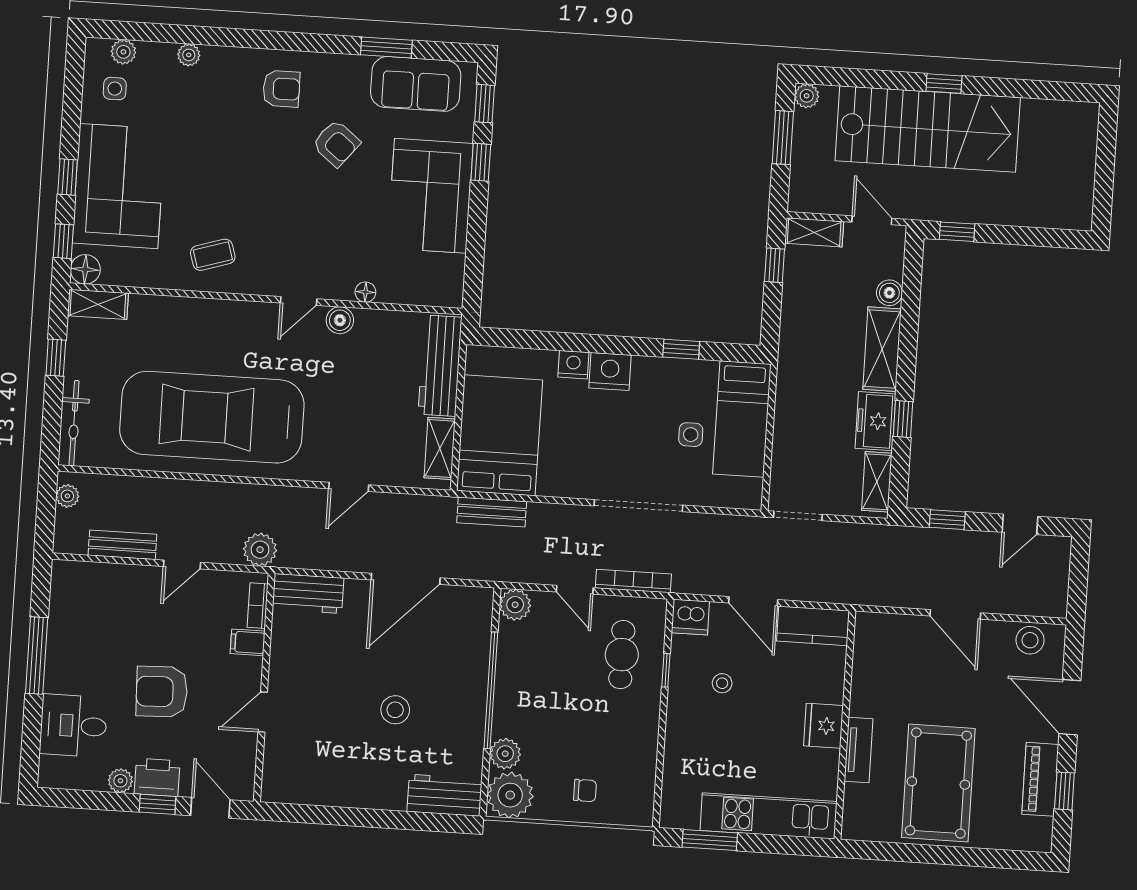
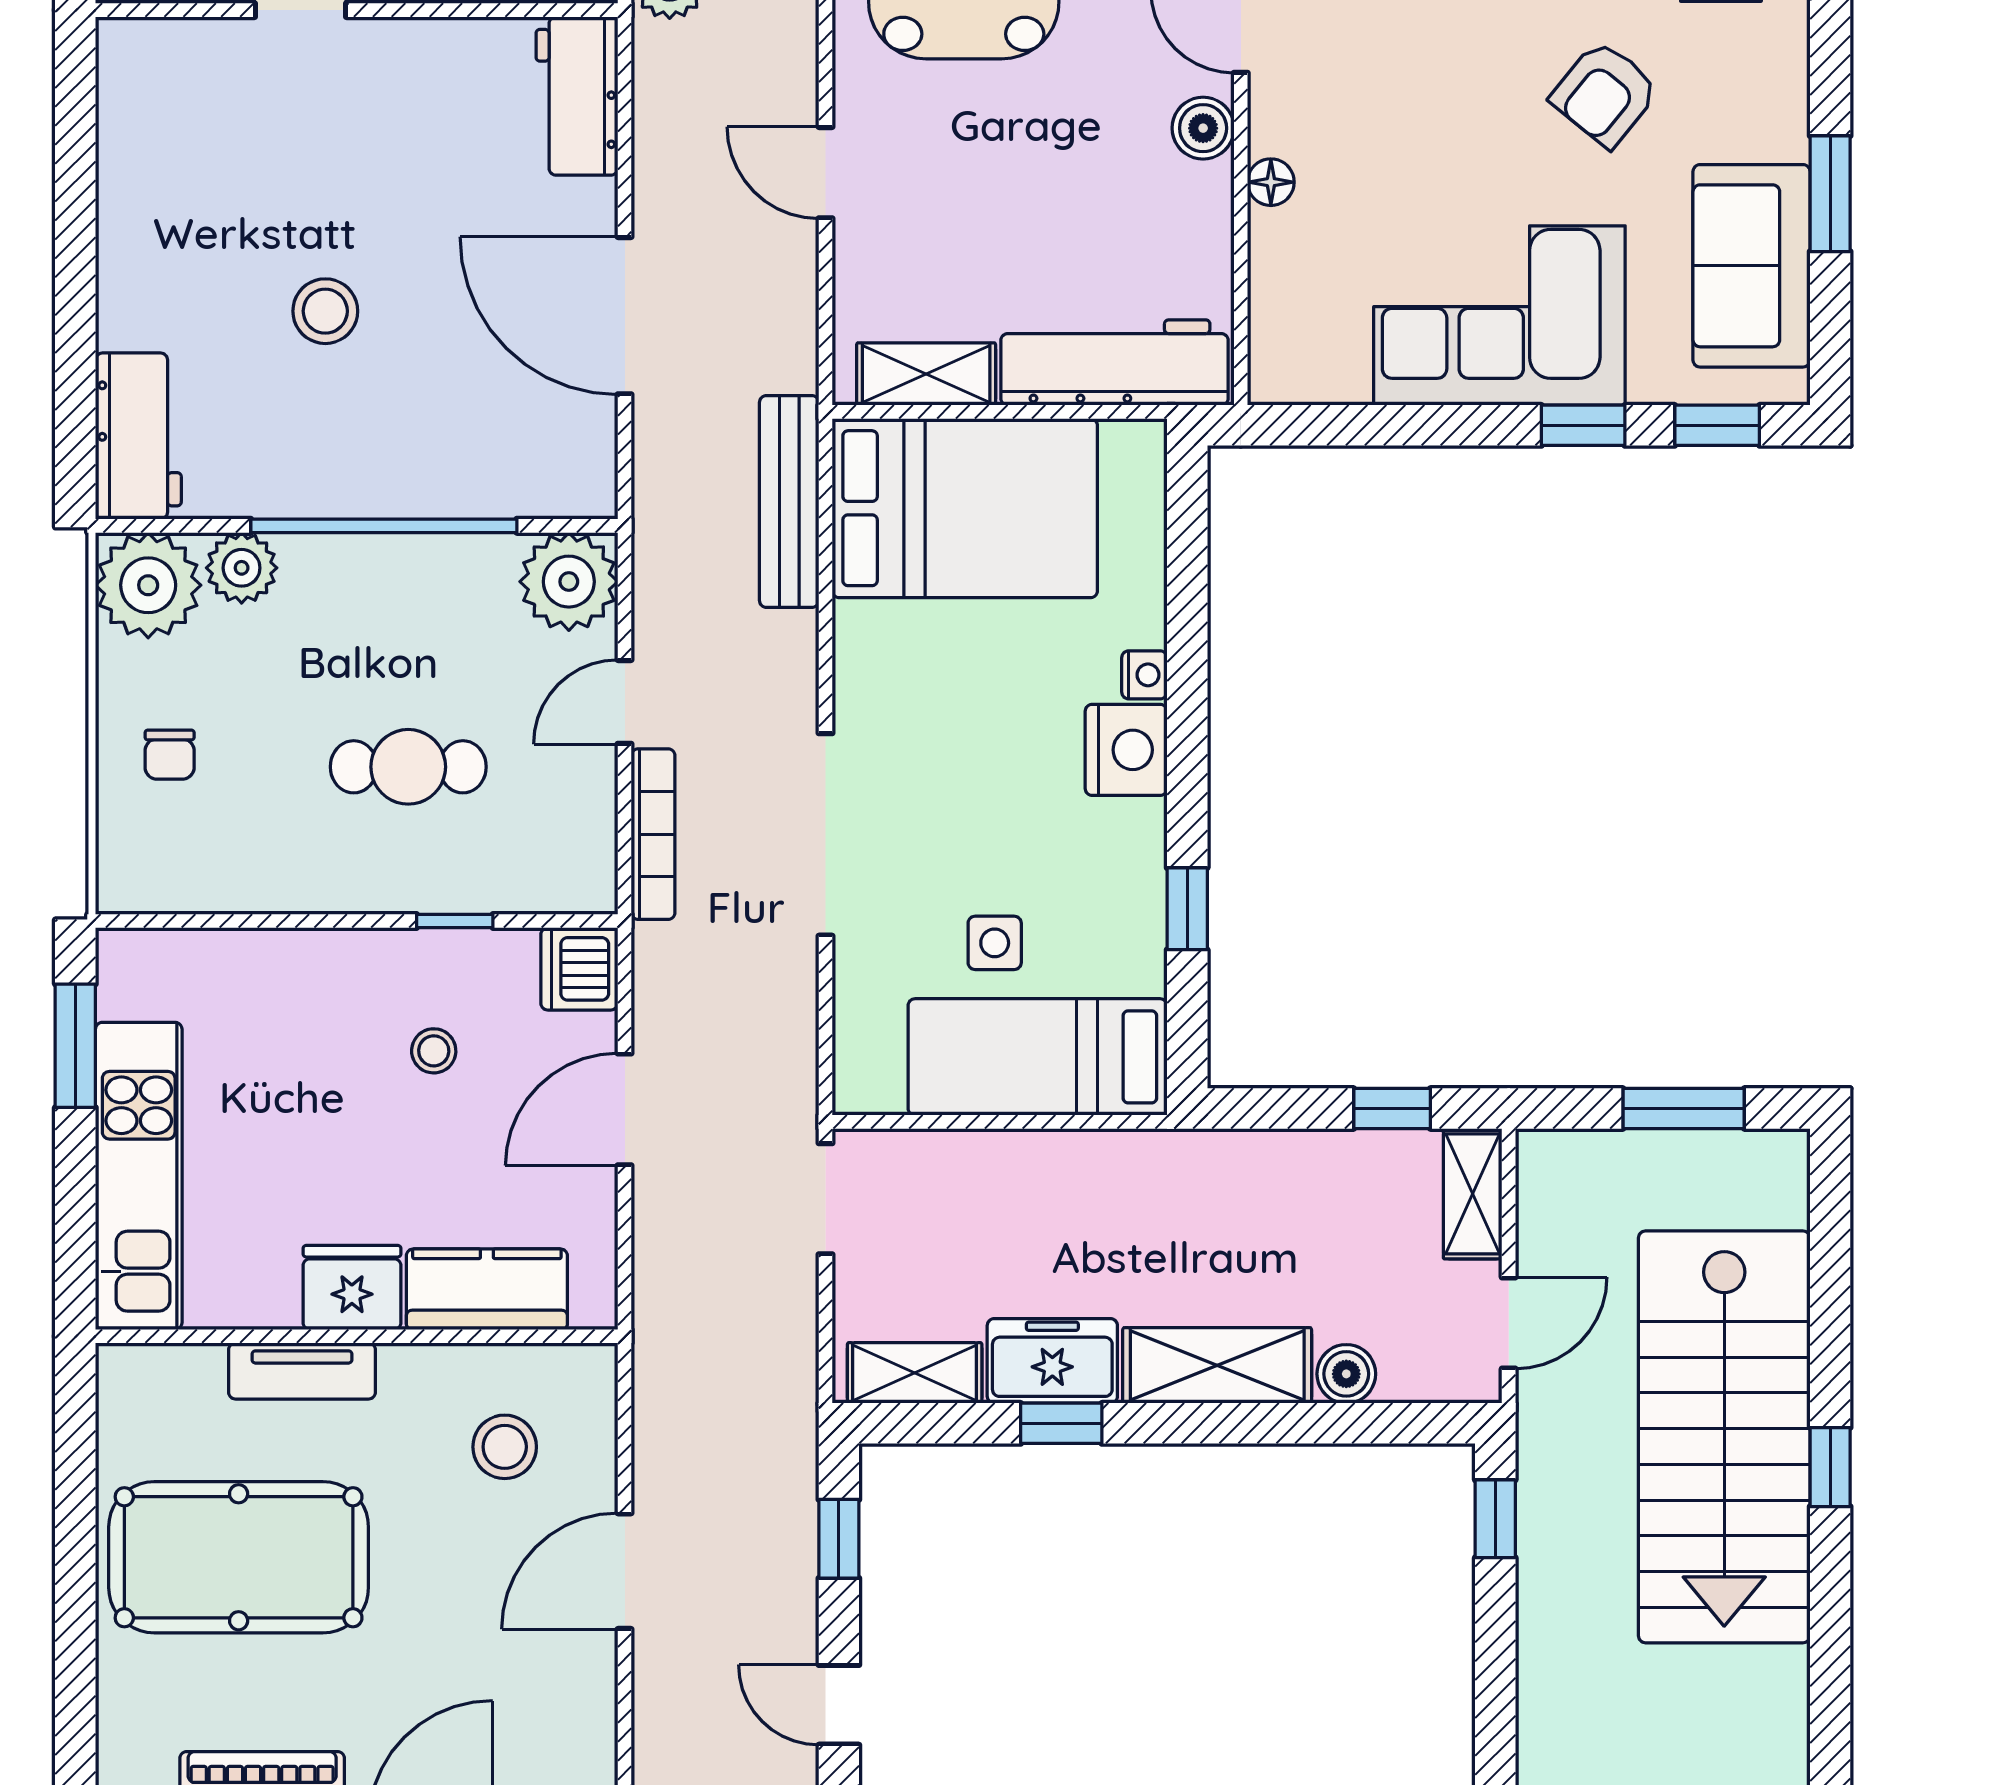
plant: (807, 96) -> (1782, 1157), removed
nightstand: (573, 365) -> (1144, 675), width x0.72, depth x0.74
bench: (492, 512) -> (789, 501), width x1.36
plant: (515, 605) -> (569, 582), width x1.36, depth x1.36
kitchen counter: (813, 626) -> (487, 1289), moved, turned 90
stool: (1030, 640) -> (505, 1447), moved
cafe table: (622, 655) -> (408, 767), moved

